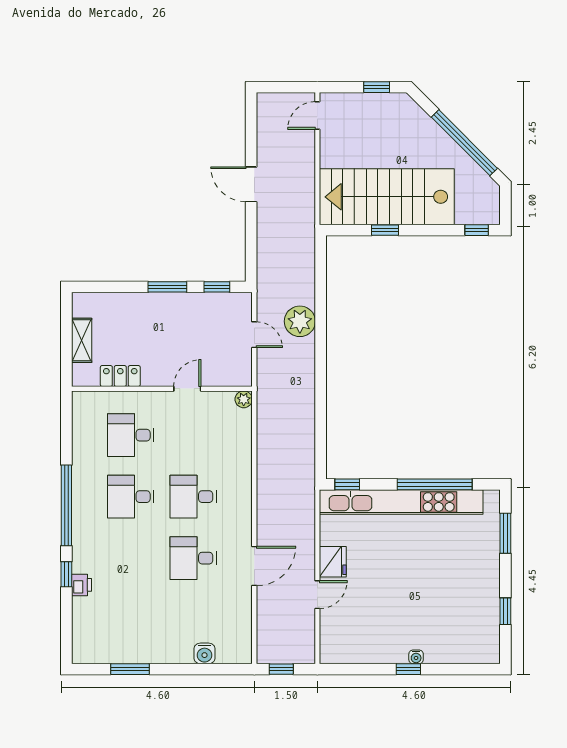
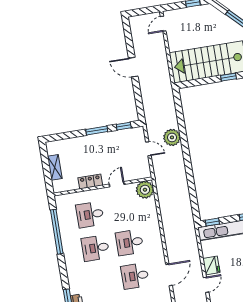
window: (385, 230) -> (229, 77), moved
locker: (120, 376) -> (90, 181), moved
plant: (244, 399) -> (145, 190), width x1.87, depth x1.87
window: (66, 505) -> (57, 232), moved

